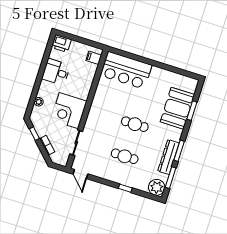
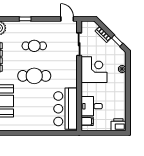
bar counter: (126, 70) -> (65, 109), moved, turned -90
desk: (56, 72) -> (92, 106), moved, turned 180
cafe table: (135, 124) -> (34, 76), width x1.37, depth x1.35

